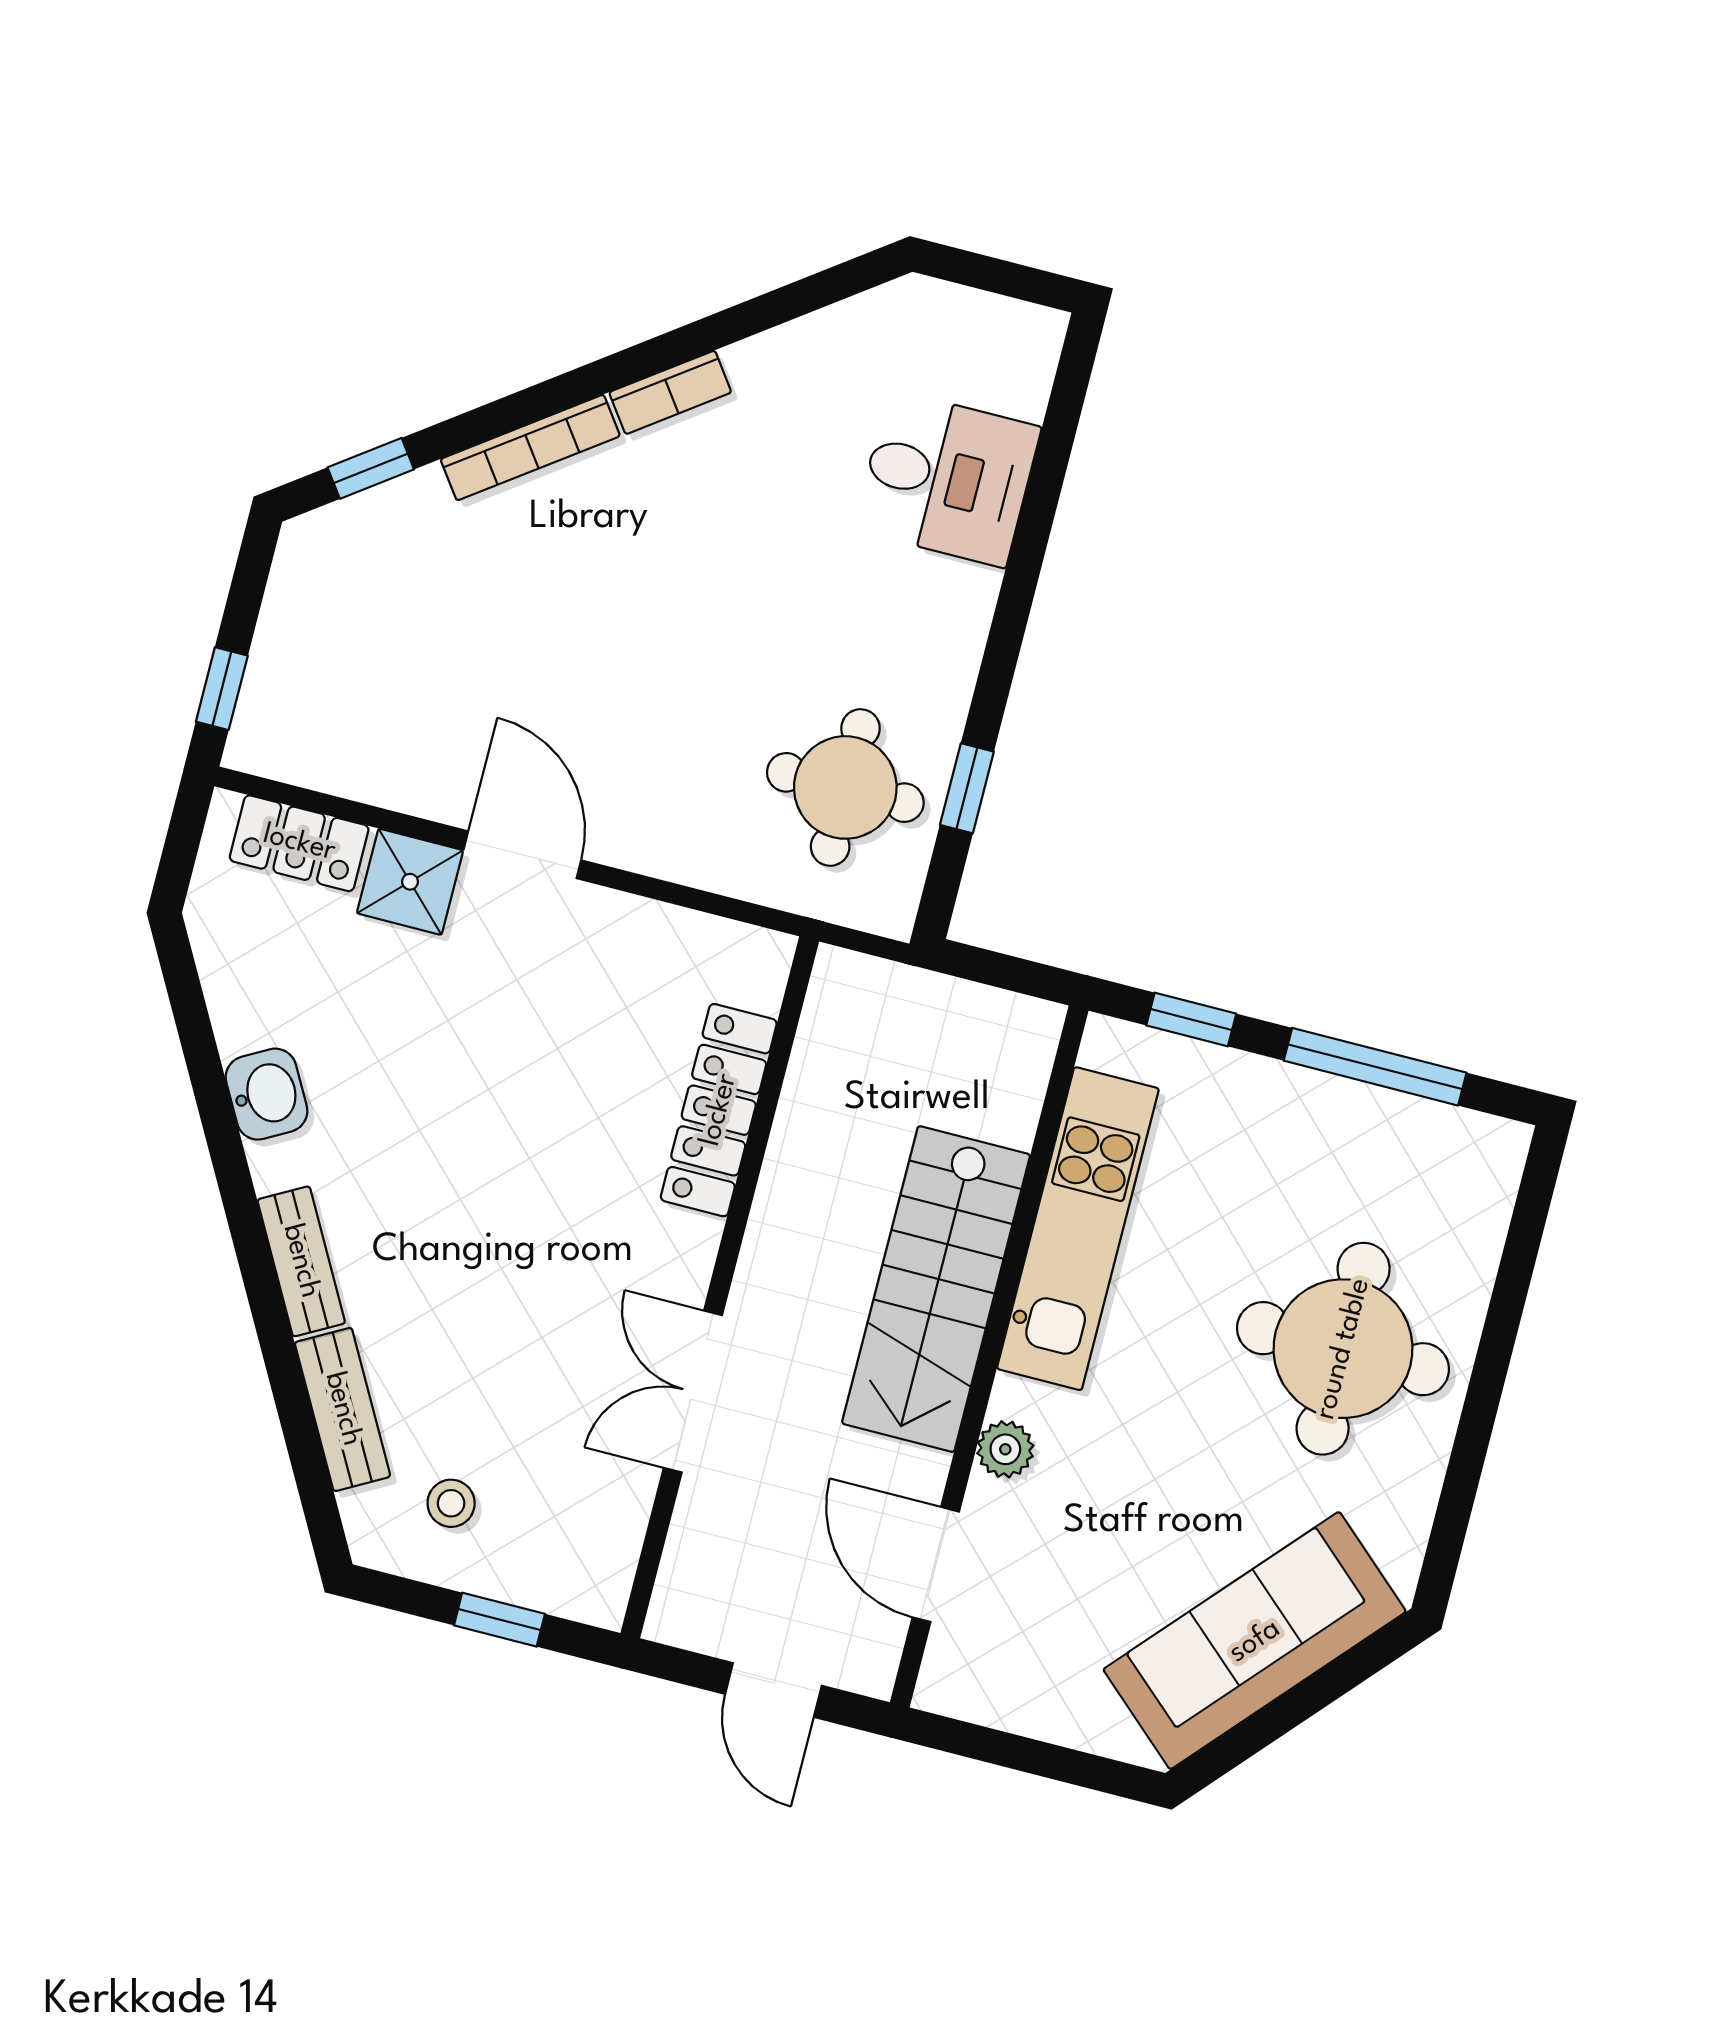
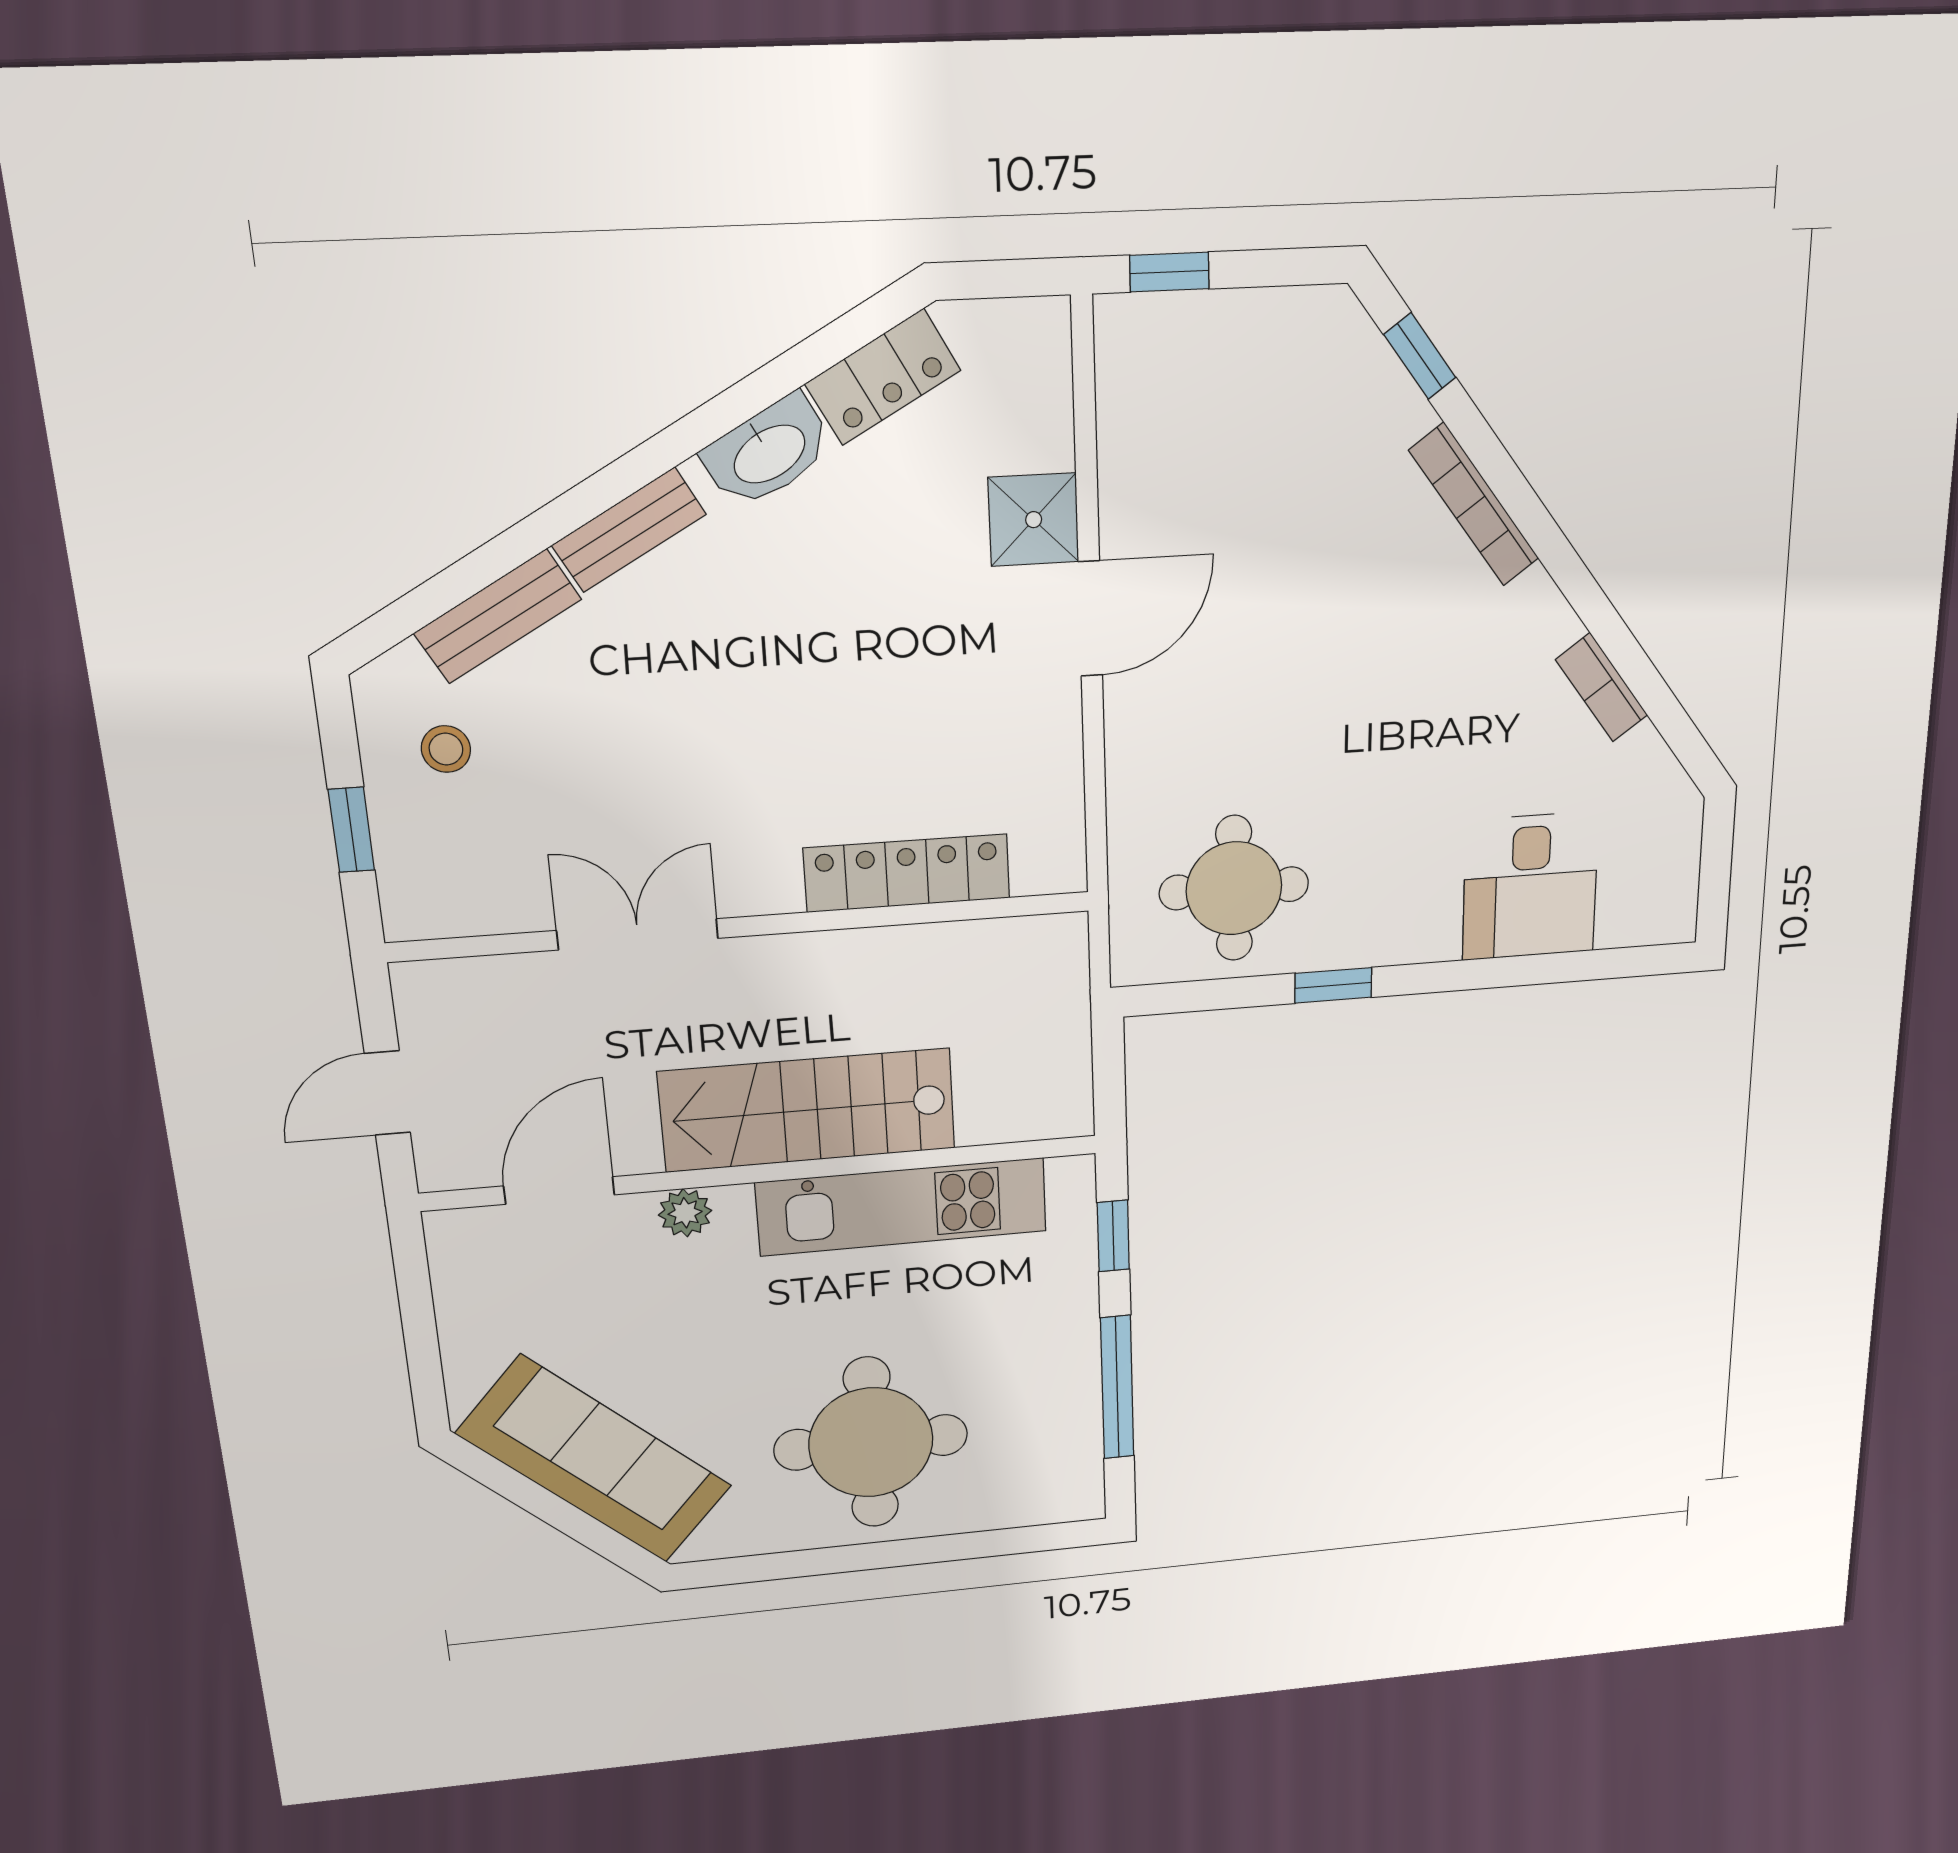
bookcase: (670, 392) -> (1602, 687), moved
window: (967, 788) -> (1333, 985), moved
locker: (299, 843) -> (883, 377), moved, turned -119
washbasin: (267, 1094) -> (768, 452), width x1.38

